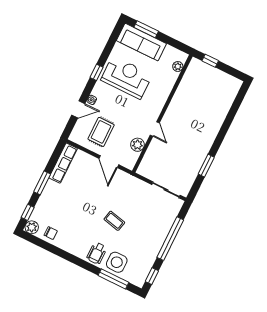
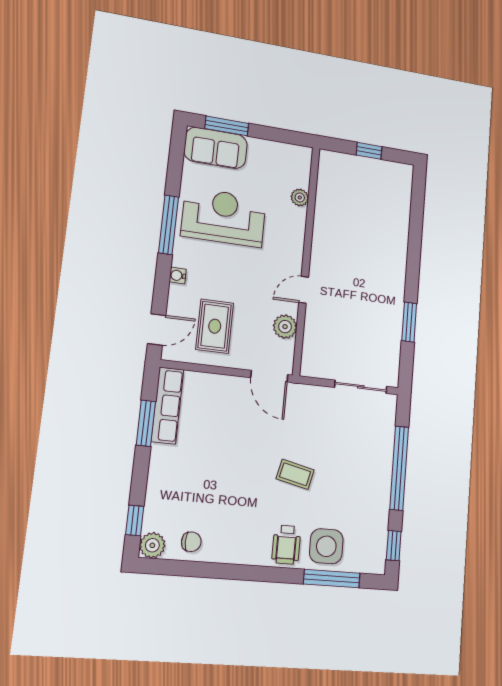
sofa: (141, 42) -> (216, 148), width x0.73
window: (210, 61) -> (369, 151), moved
plant: (178, 66) -> (300, 197), moved
window: (97, 72) -> (169, 225), width x2.17
door: (78, 109) -> (157, 329), moved
door: (155, 129) -> (304, 290), swing flipped
door: (109, 162) -> (269, 376), moved
window: (42, 183) -> (146, 423), moved

